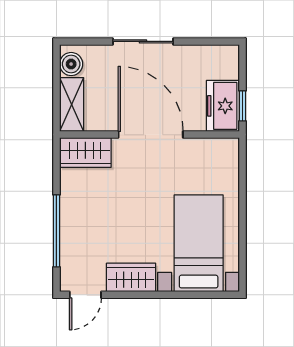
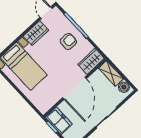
door: (151, 135) -> (74, 88), hinge flipped
armchair: (92, 217) -> (68, 41), added

